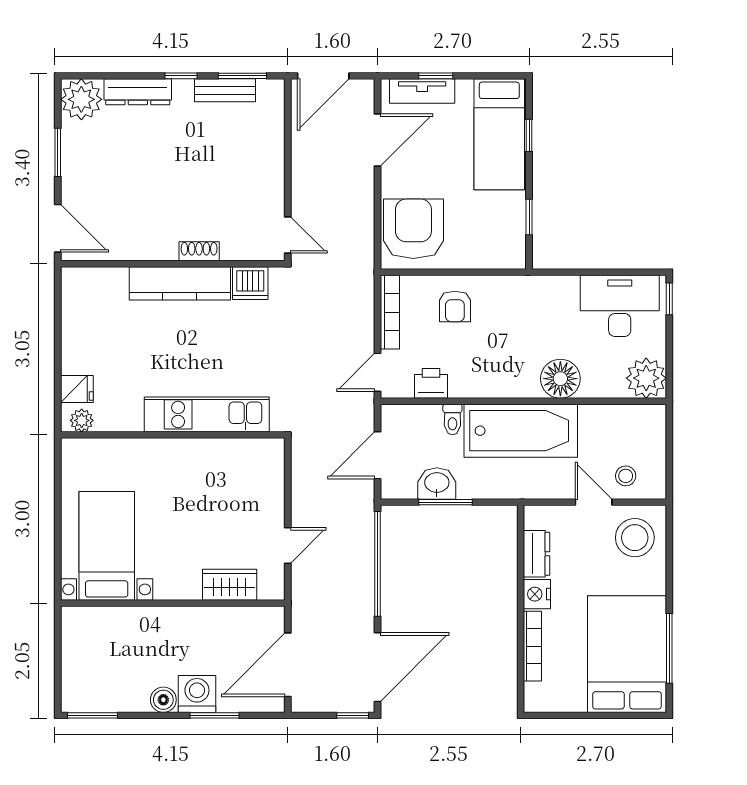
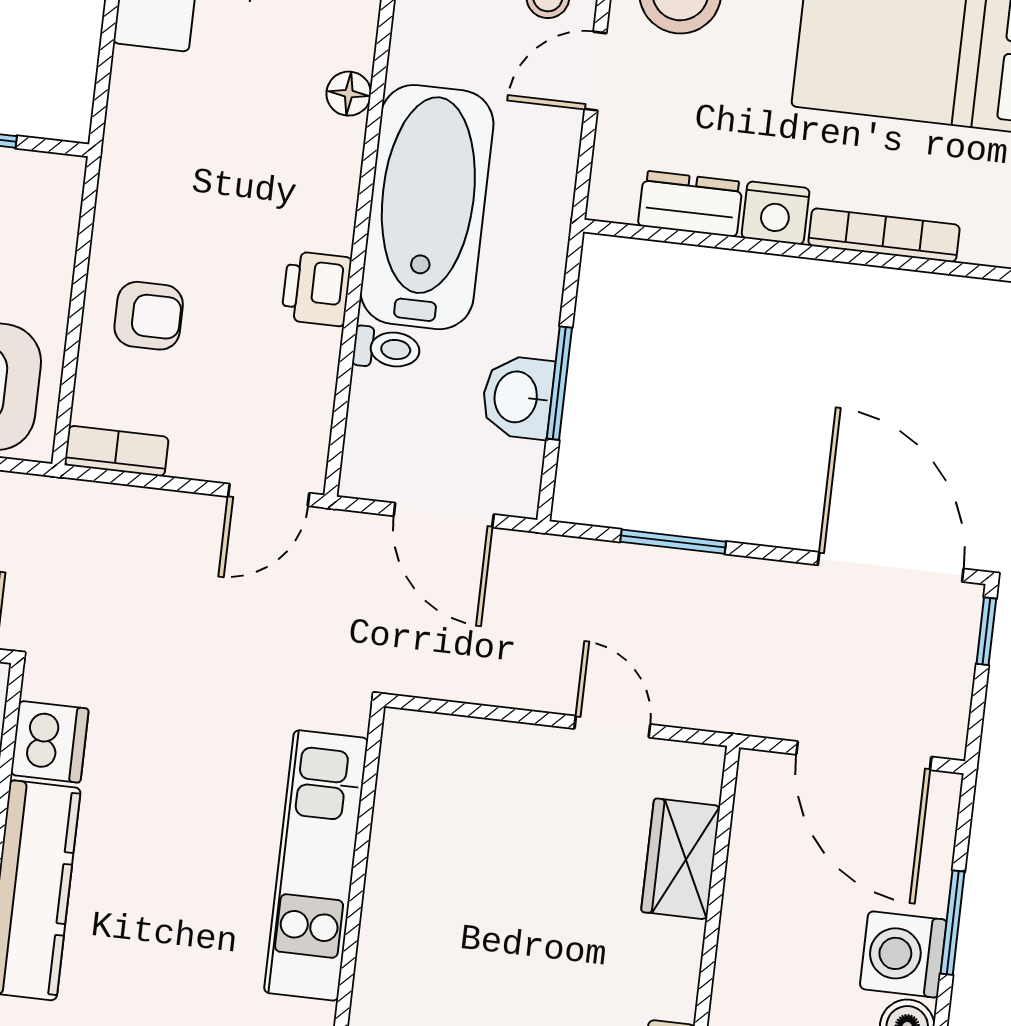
bookcase: (390, 312) -> (117, 451), width x0.64
door: (378, 372) -> (269, 495), hinge flipped
floor lamp: (560, 379) -> (349, 94), width x0.53, depth x0.53
printer: (431, 383) -> (316, 289), moved
window: (378, 564) -> (673, 542), width x0.47

